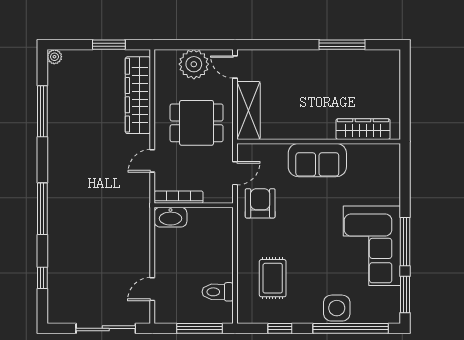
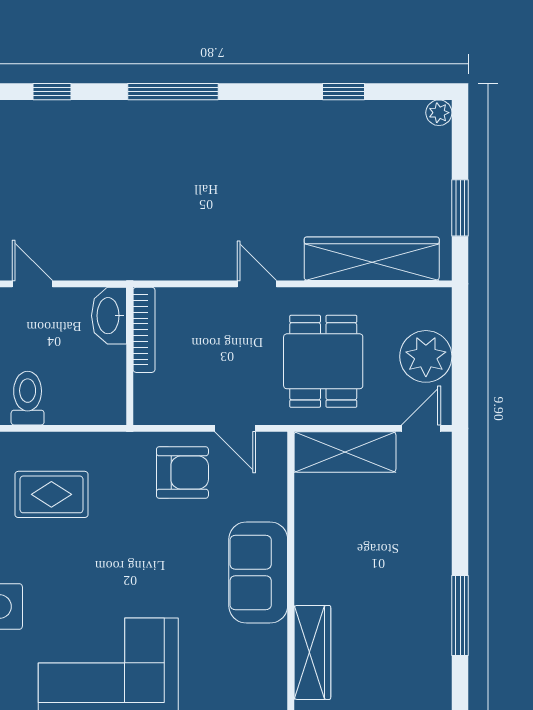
window: (42, 111) -> (344, 92), width x0.46
bookcase: (179, 197) -> (144, 330), moved
wall: (194, 205) -> (130, 356), moved
washbasin: (170, 217) -> (109, 316), moved

